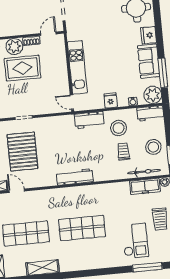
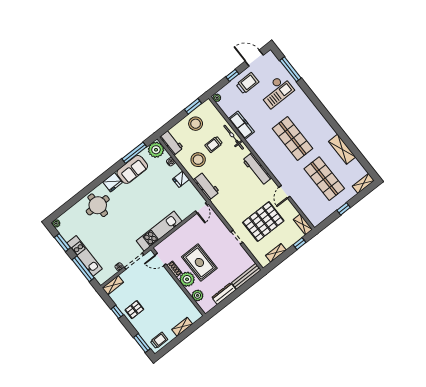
kitchen unit: (77, 67) -> (159, 231), moved
bicycle: (144, 172) -> (234, 137), moved
freezer: (145, 186) -> (241, 125), moved
door: (17, 191) -> (284, 192), moved
checkout: (135, 241) -> (276, 91), turned 180

